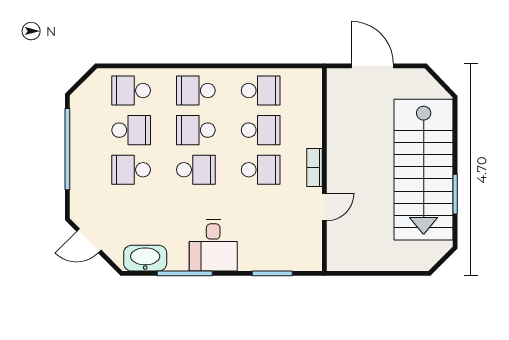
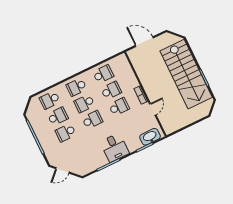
washbasin: (145, 258) -> (150, 137), moved

